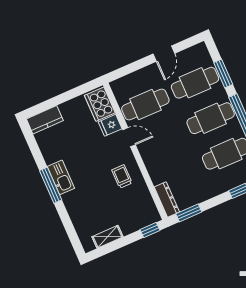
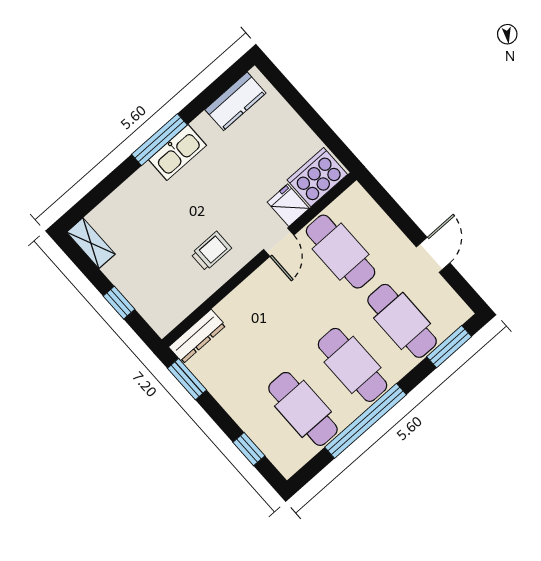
door: (164, 54) -> (433, 255), swing flipped
window: (223, 74) -> (449, 347), moved
kitchen counter: (45, 120) -> (235, 101), moved, turned -90
window: (150, 230) -> (119, 303), moved
shelving: (107, 237) -> (91, 243), moved

